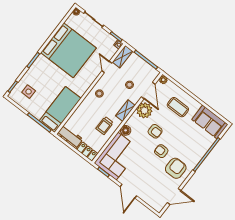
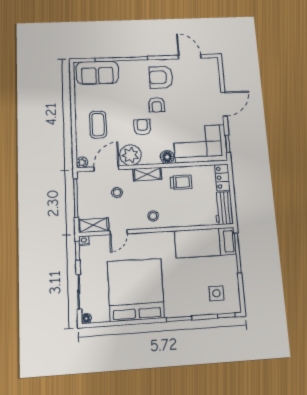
sofa: (210, 122) -> (97, 73), moved, turned 90

